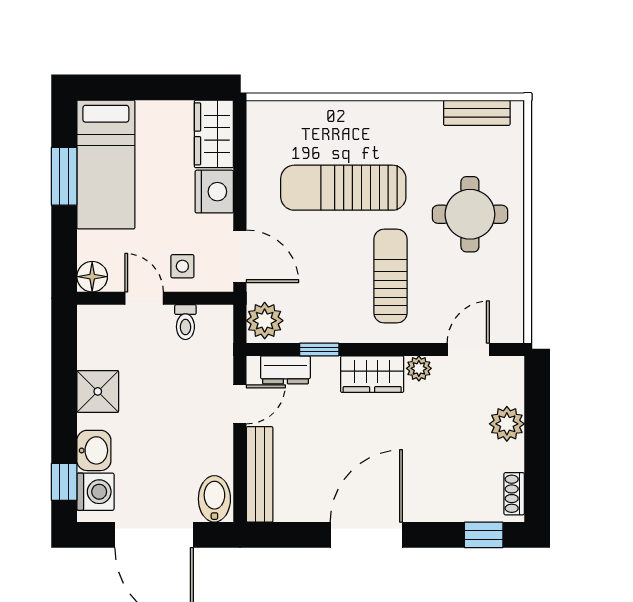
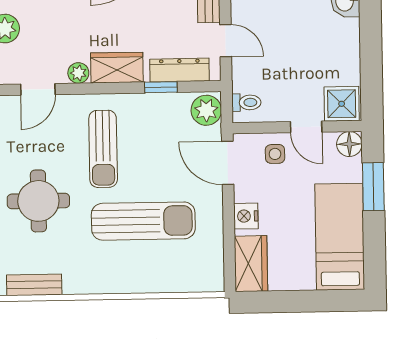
window: (64, 176) -> (373, 187), moved
nightstand: (214, 192) -> (246, 216), width x0.74, depth x0.75
toilet: (185, 322) -> (246, 102), moved, turned 90
dresser: (285, 370) -> (179, 70), width x1.44
shower: (98, 391) -> (342, 104), moved
door: (240, 404) -> (226, 41), swing flipped

